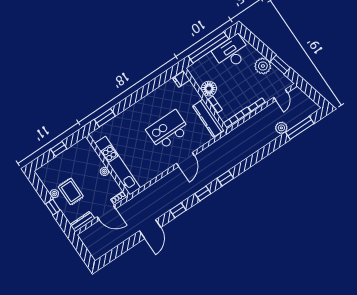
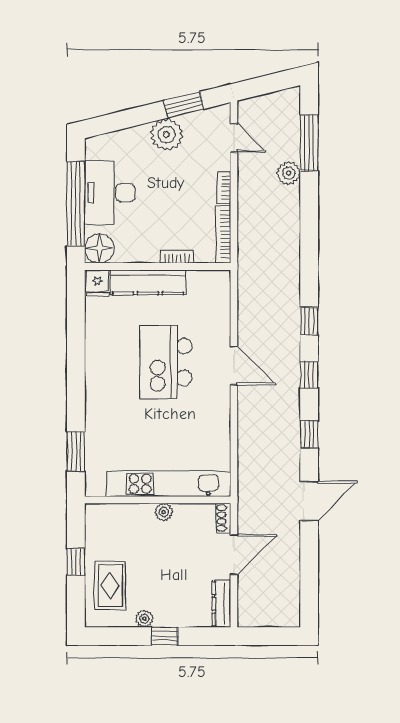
desk: (232, 53) -> (110, 193), moved
floor lamp: (209, 89) -> (99, 248), moved
kitchen counter: (208, 118) -> (148, 282), moved
rug: (71, 191) -> (110, 585), moved, turned 90
door: (150, 229) -> (309, 501), hinge flipped

